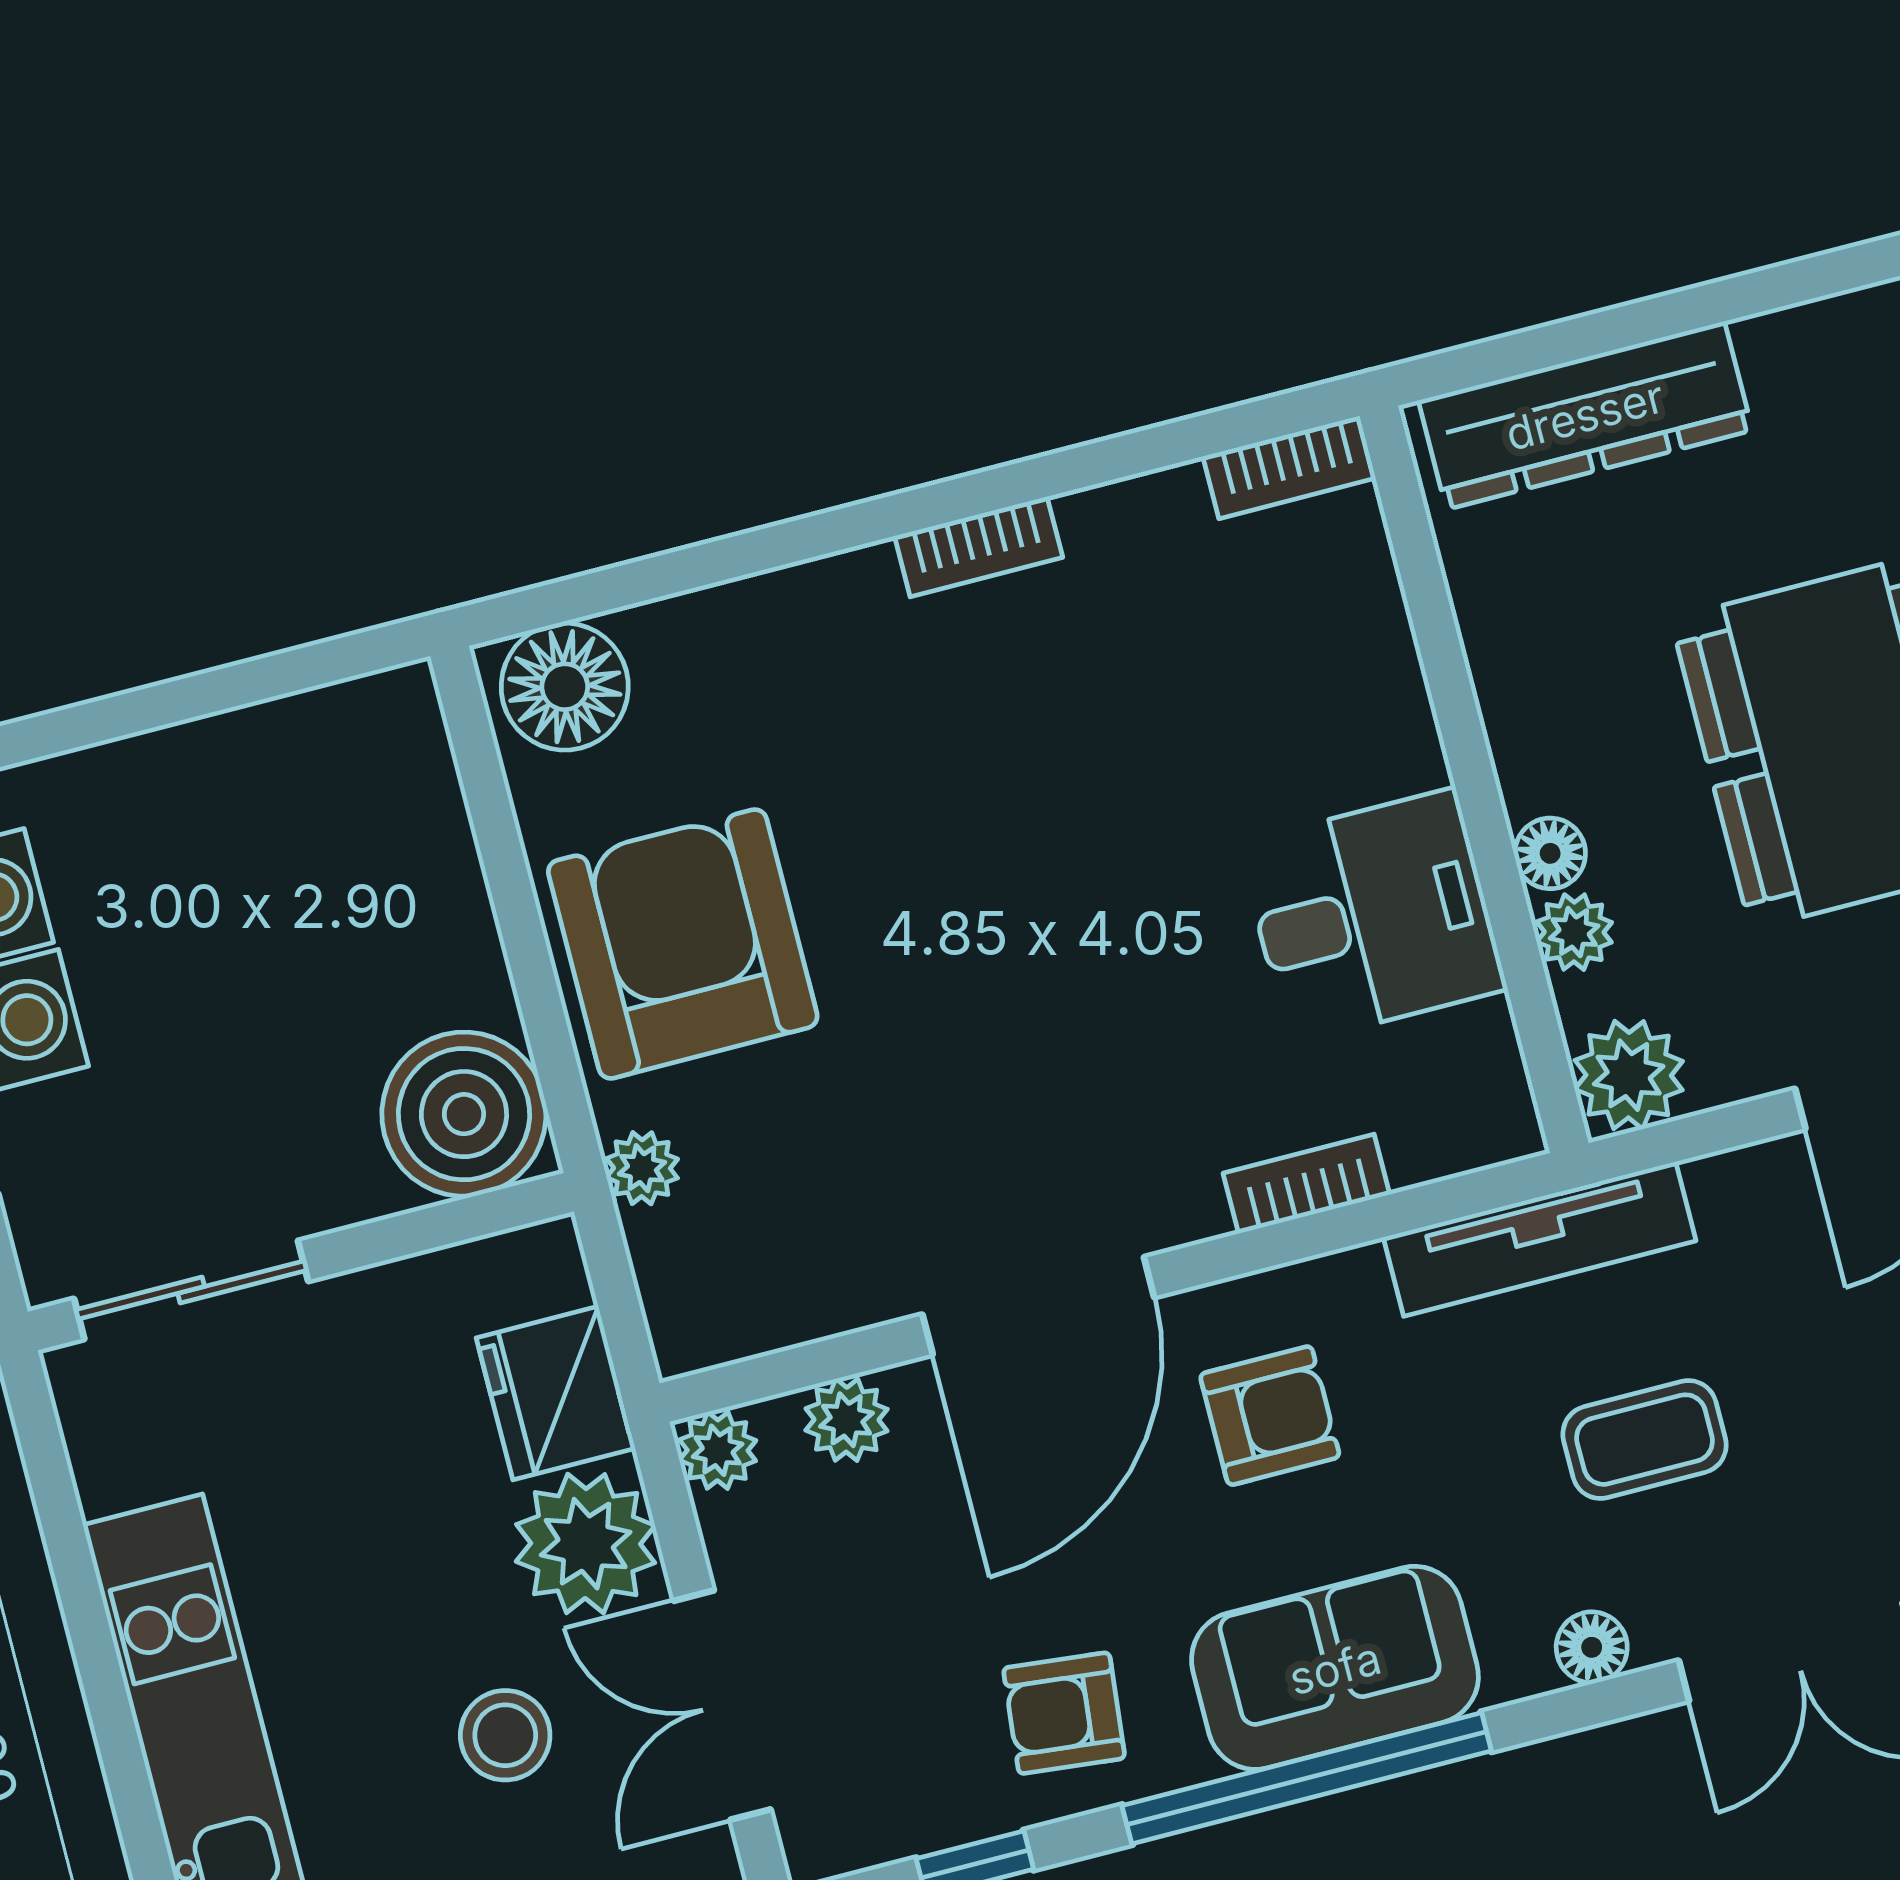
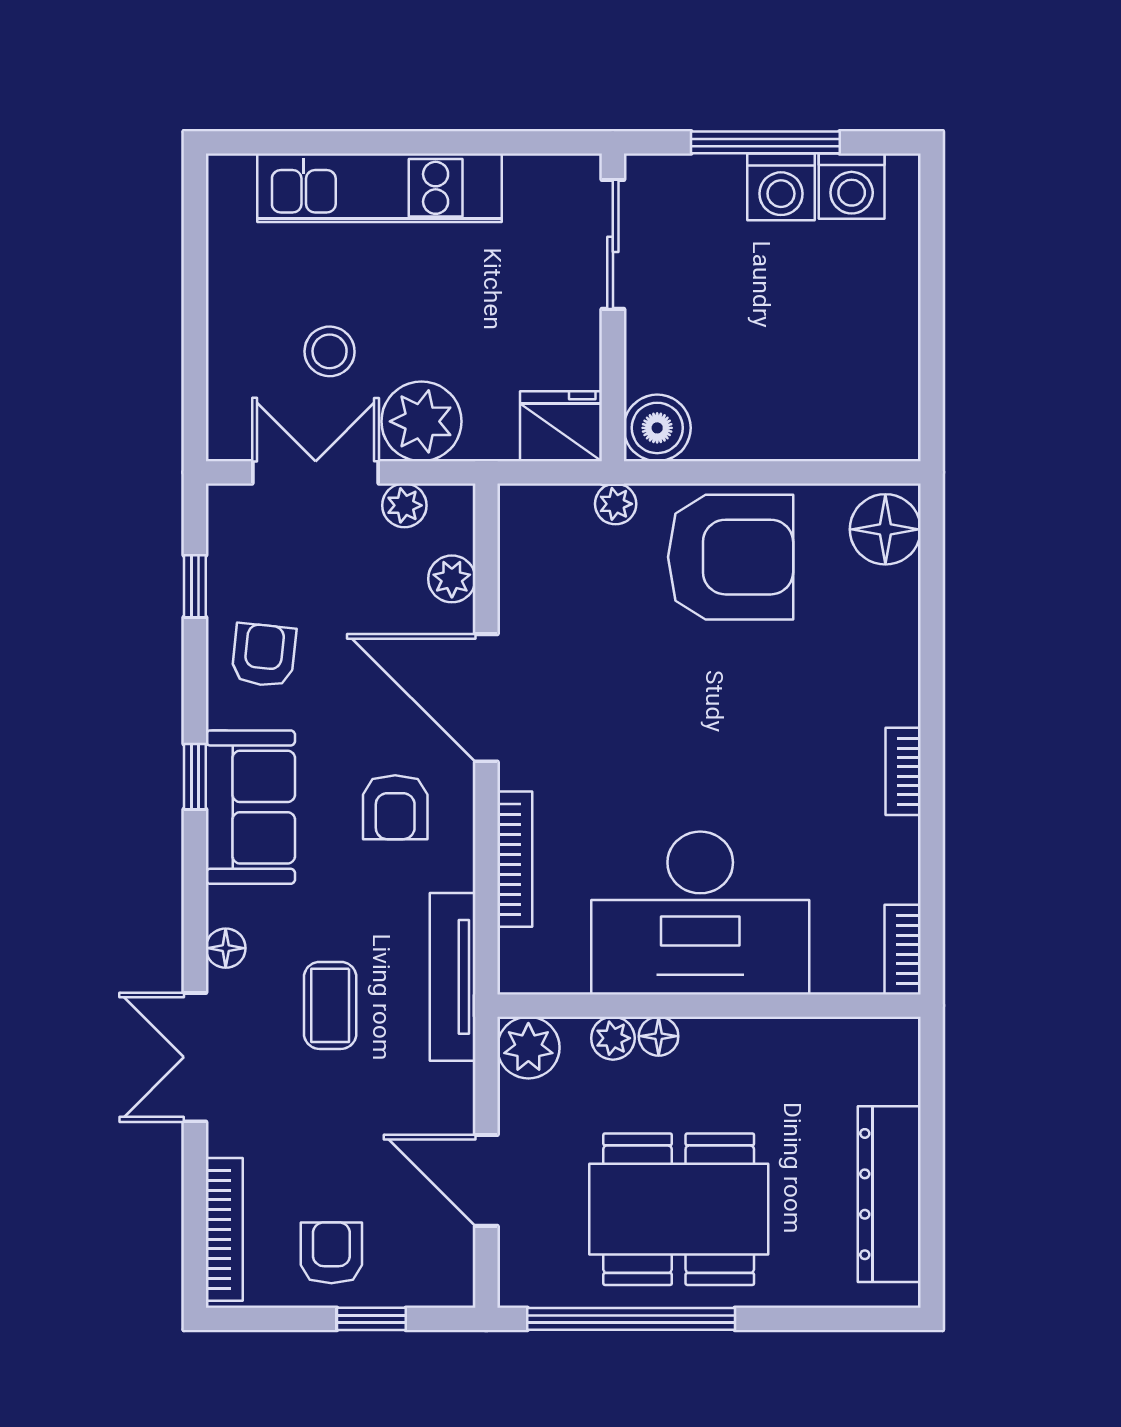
dresser: (1585, 415) -> (889, 1194), moved
desk: (1372, 916) -> (700, 913), width x1.87, depth x1.30
boiler: (464, 1114) -> (657, 428), width x0.73, depth x0.73
bookcase: (1306, 1184) -> (515, 859), width x1.56
fridge: (556, 1393) -> (561, 426), moved
plant: (718, 1450) -> (404, 505), moved
window: (1307, 1778) -> (195, 777), width x0.32

